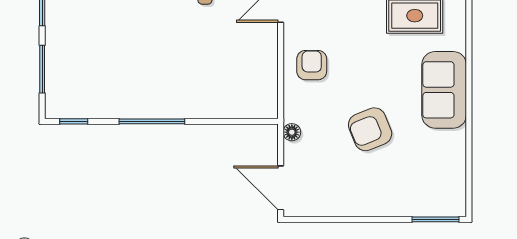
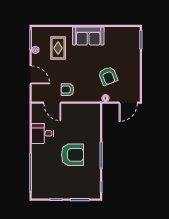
armchair: (152, 51) -> (73, 155), added
armchair: (312, 65) -> (67, 90), moved
armchair: (370, 129) -> (108, 76), moved

